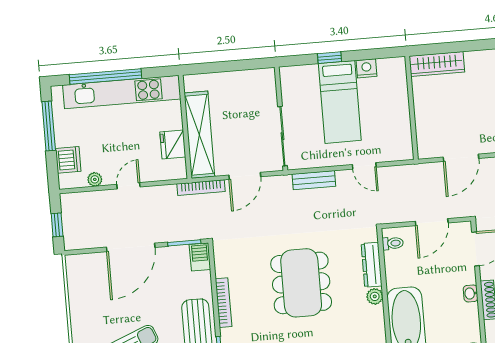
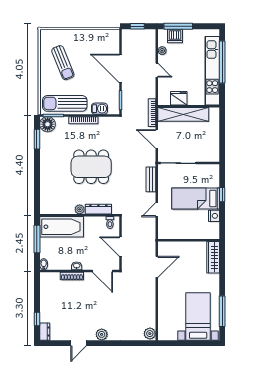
window: (49, 126) -> (178, 26), moved
door: (461, 158) -> (157, 267), swing flipped
barbecue: (200, 257) -> (99, 109), moved

